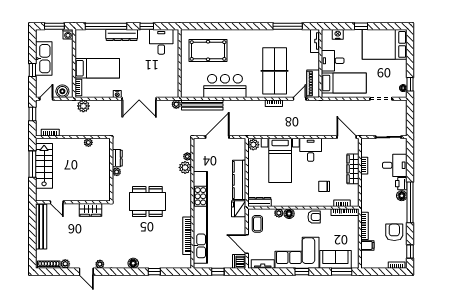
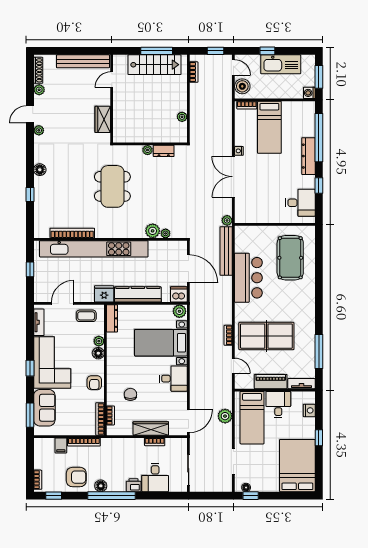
piano: (313, 84) -> (271, 382), moved
plant: (83, 106) -> (225, 416), moved
floor lamp: (402, 196) -> (101, 486), moved
dishwasher: (239, 261) -> (179, 294), moved

